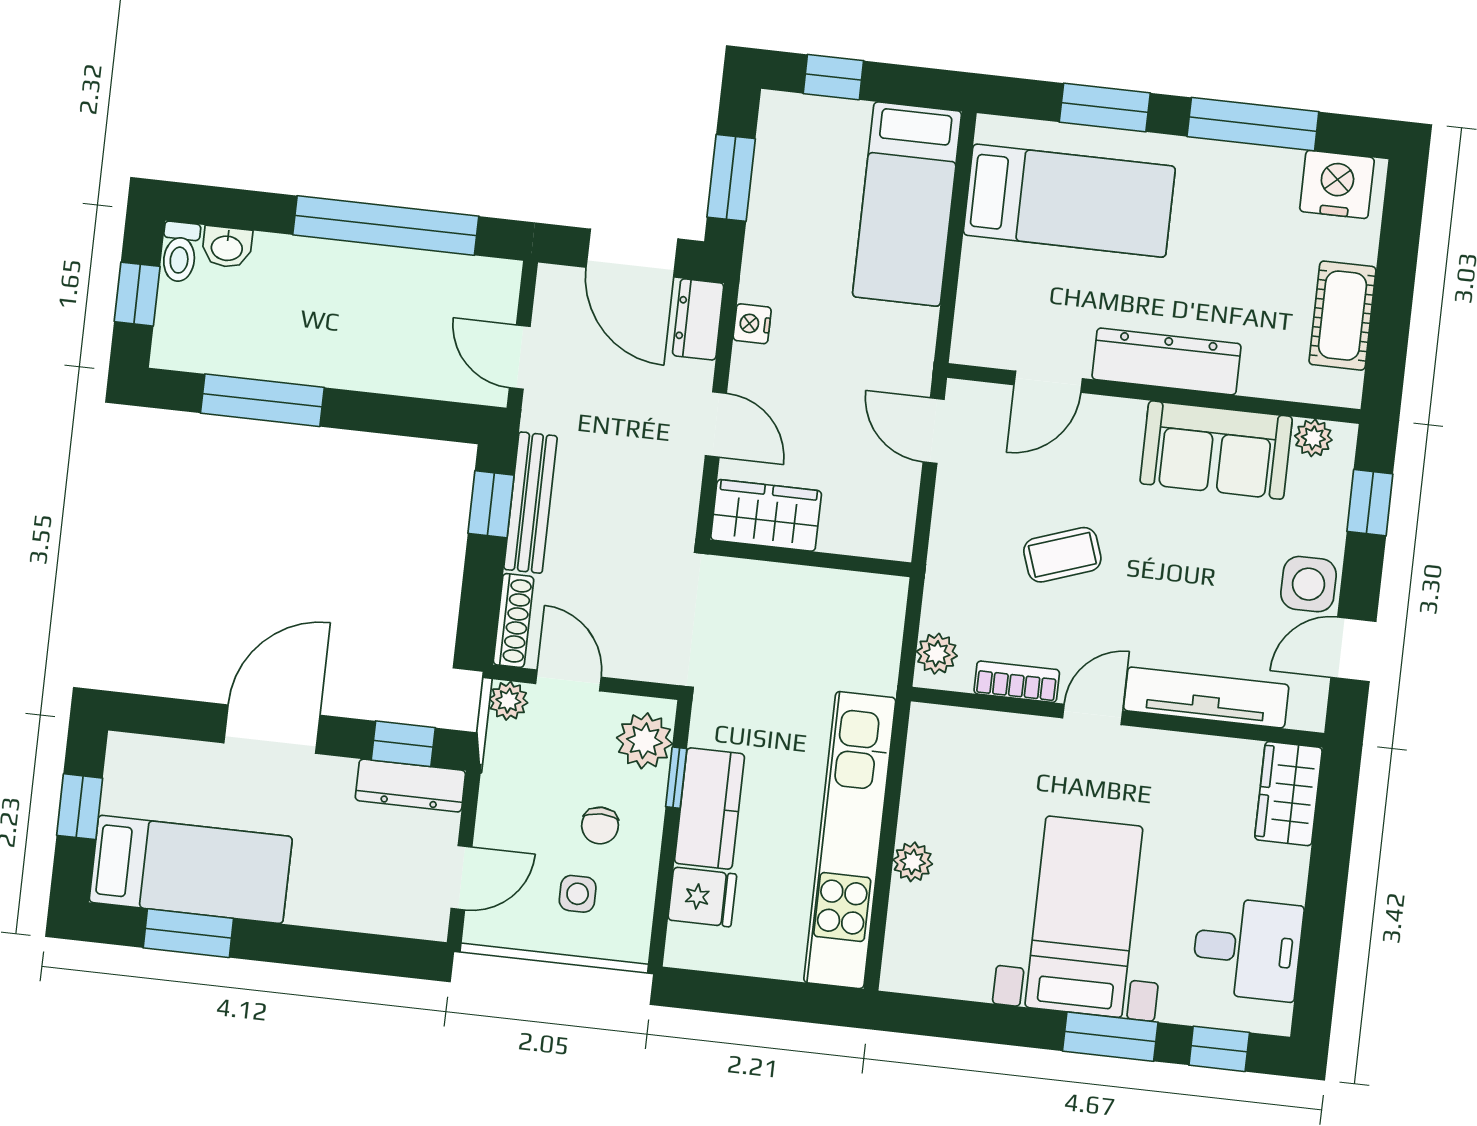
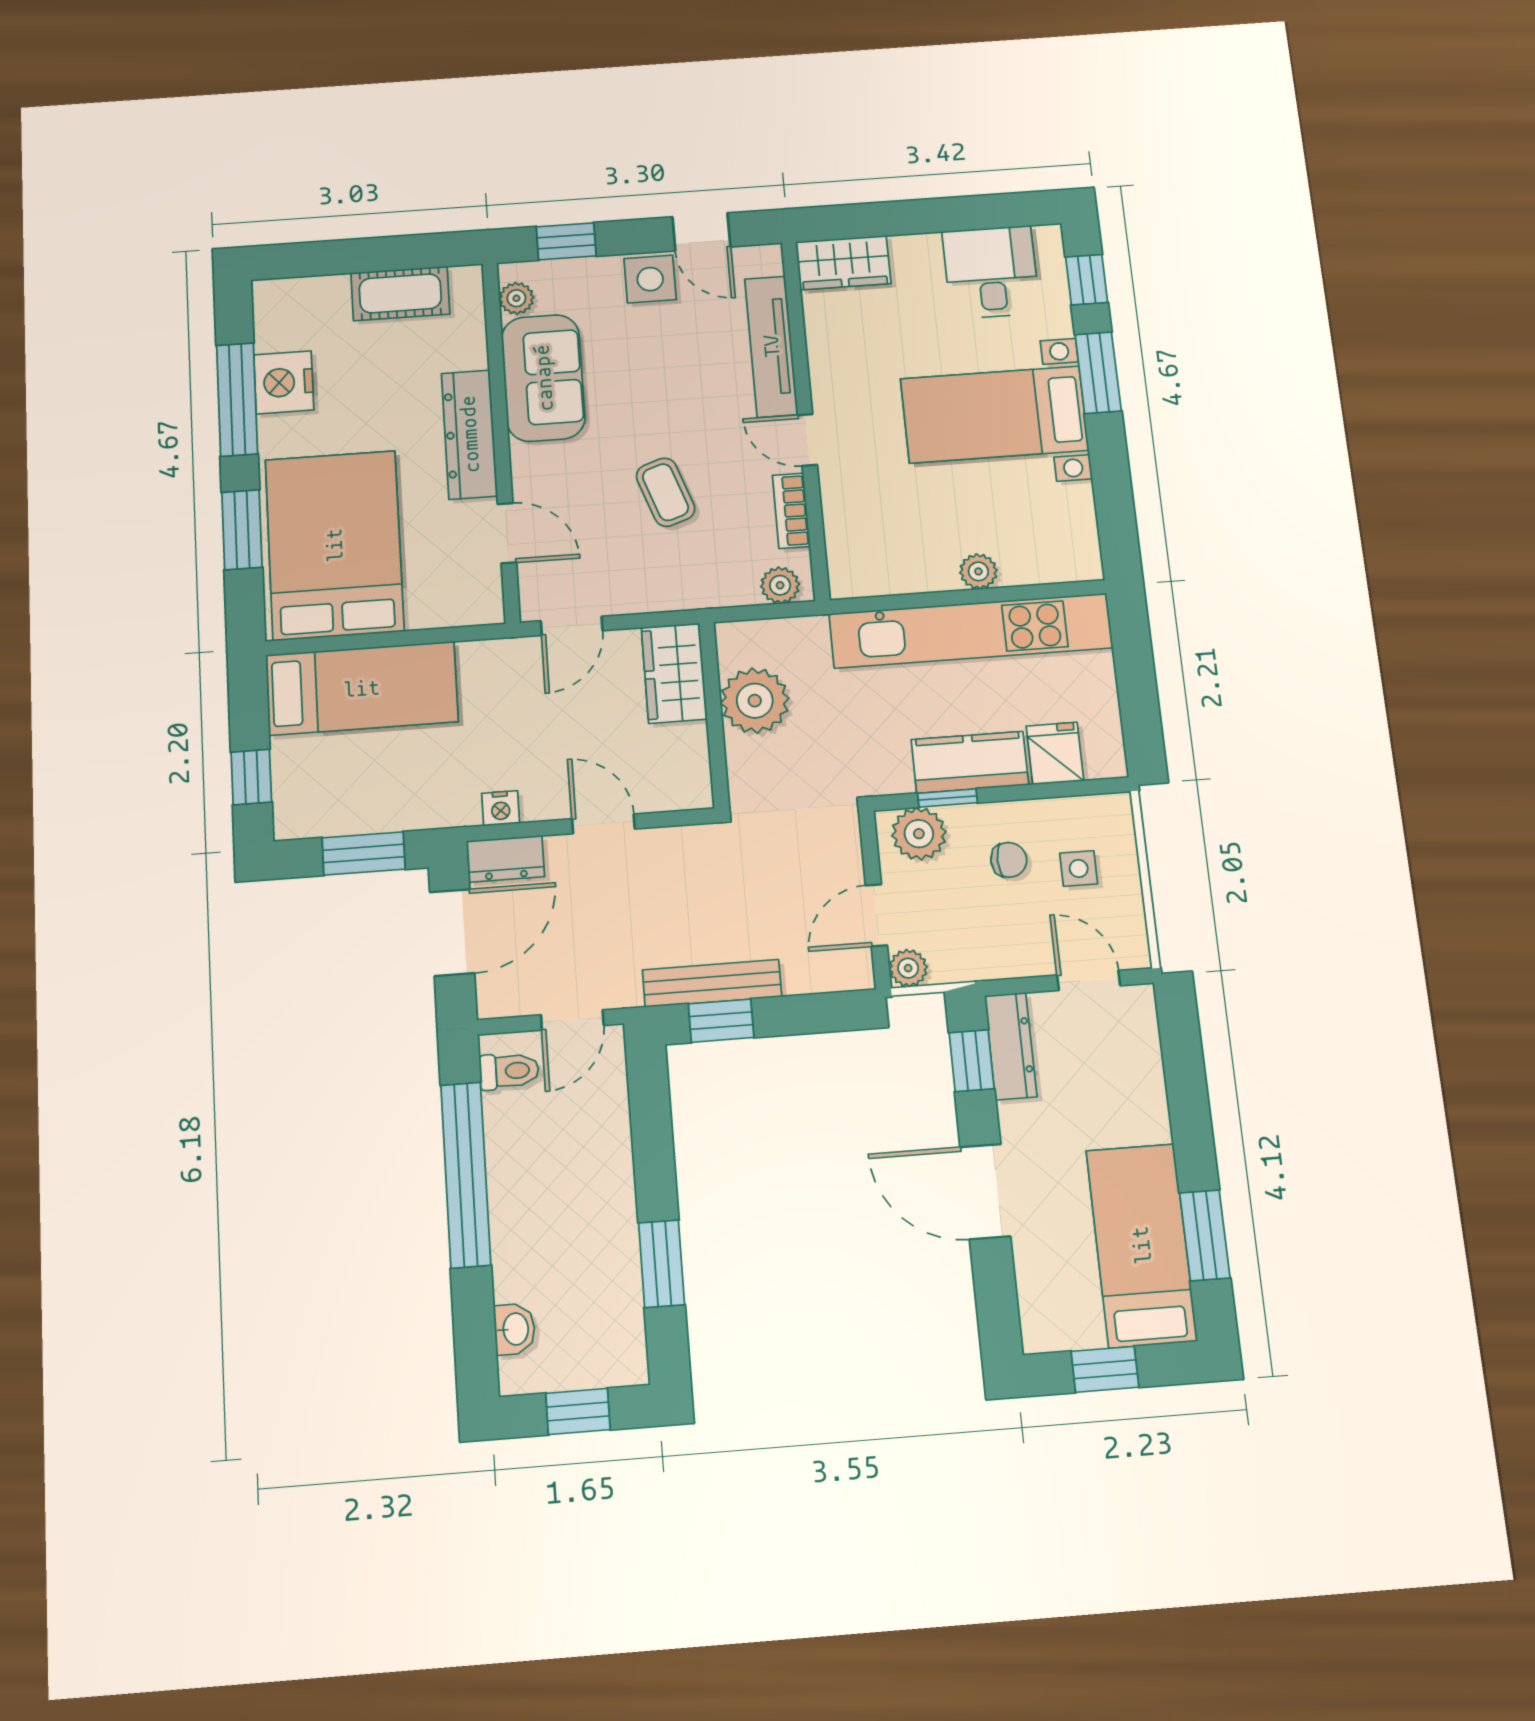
nightstand: (1337, 184) -> (284, 382), moved
bed: (1069, 201) -> (334, 545), width x1.50
toilet: (180, 252) -> (509, 1071), moved
window: (262, 400) -> (662, 1264), width x0.69
door: (716, 425) -> (603, 824), hinge flipped
wardrobe: (766, 515) -> (674, 673), moved
plant: (817, 603) -> (755, 701), added
shoe rack: (513, 621) -> (830, 978), removed

